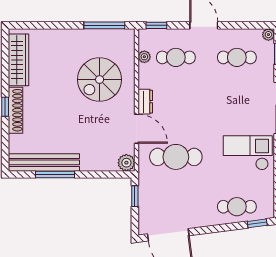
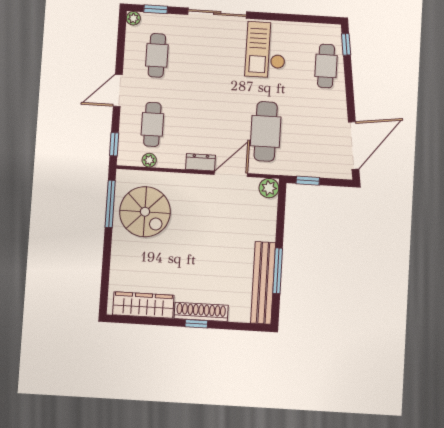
spiral stairs: (100, 80) -> (145, 212), moved

